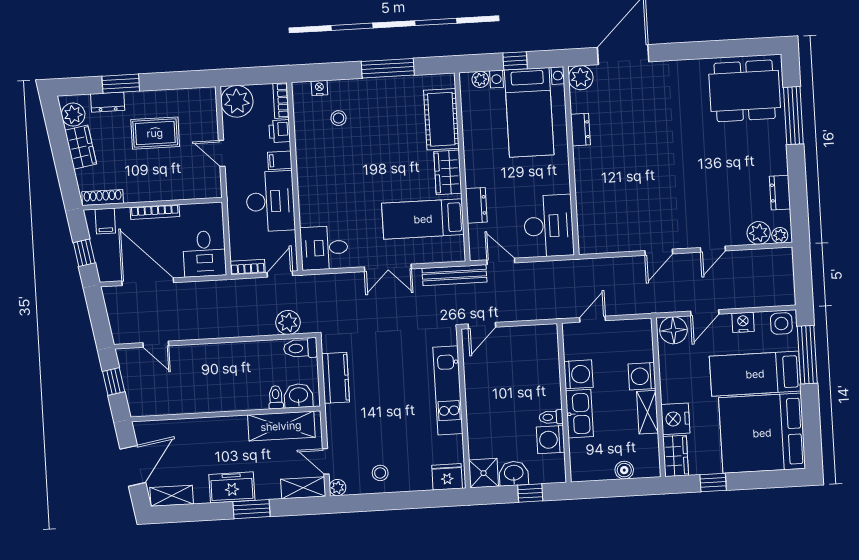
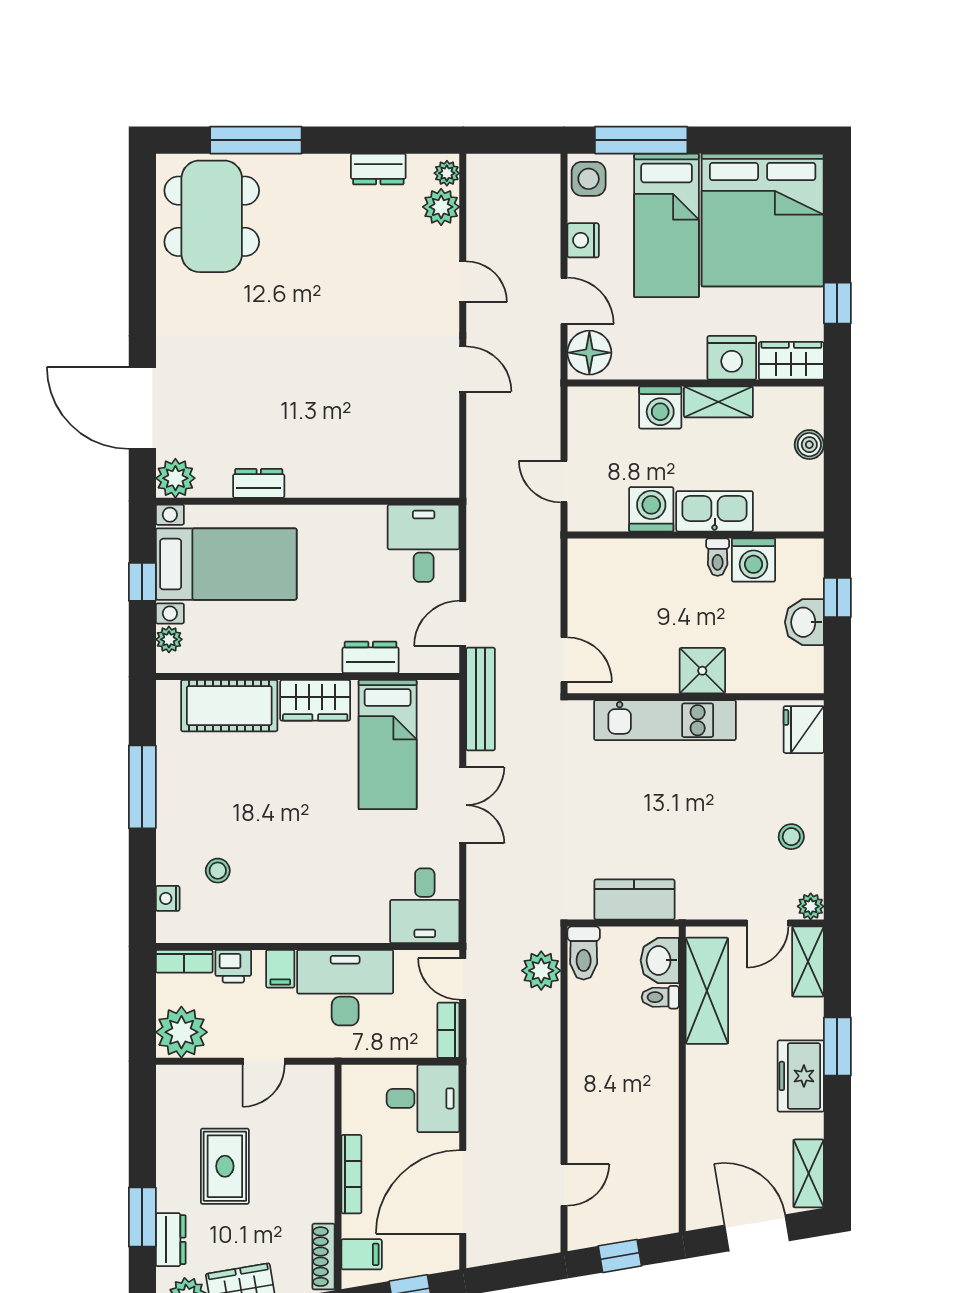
desk: (549, 226) -> (424, 543), width x0.73
shower: (484, 473) -> (702, 671), moved

